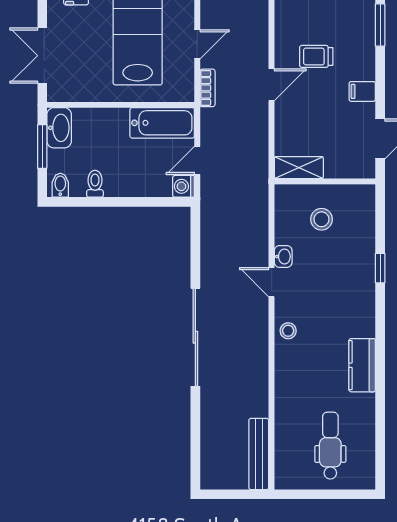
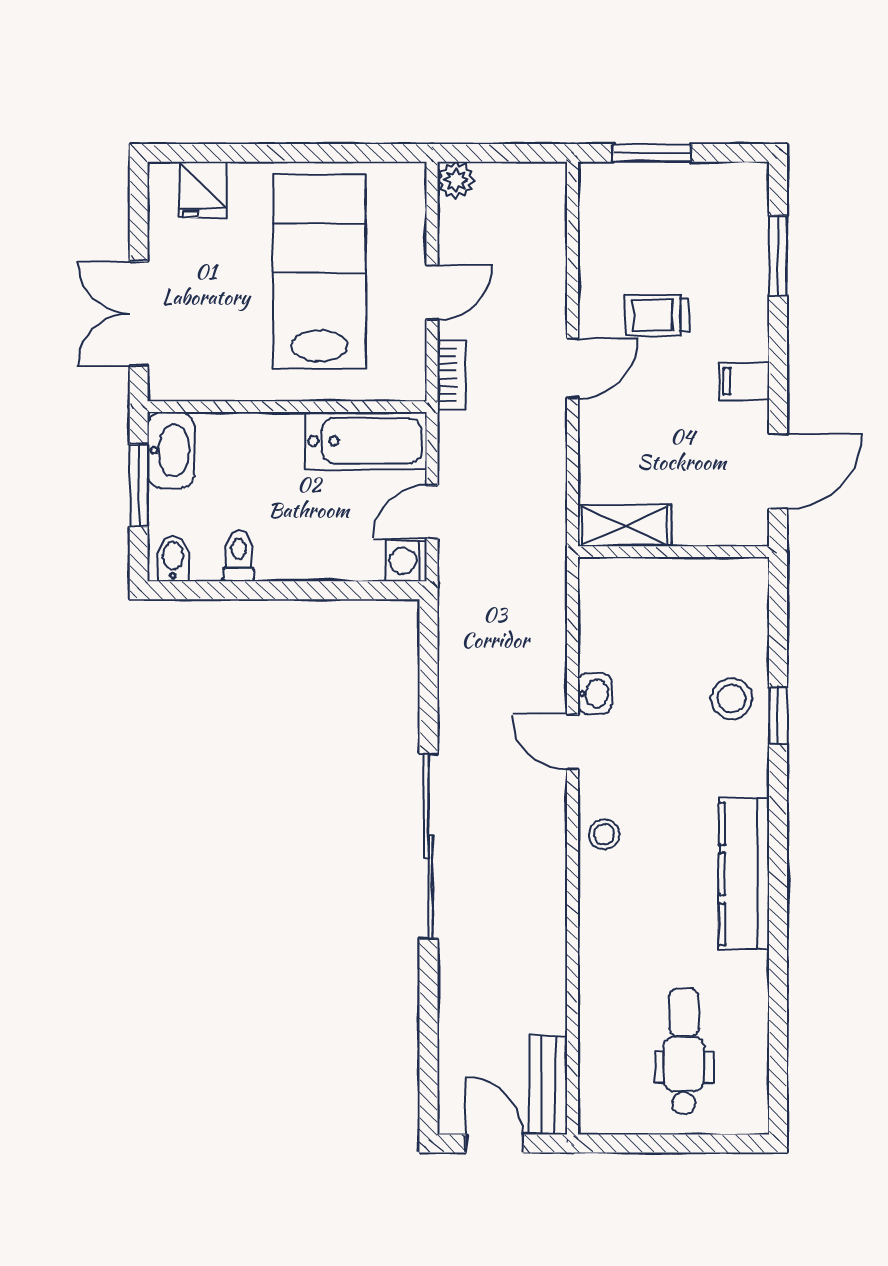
stool: (321, 219) -> (732, 699), moved
kitchen counter: (362, 365) -> (744, 874), width x1.50
bench: (259, 454) -> (548, 1085), width x0.73
door: (230, 494) -> (494, 1143), added

